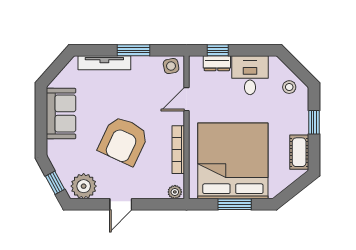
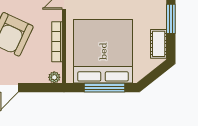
window: (314, 122) -> (171, 19), width x1.50
window: (235, 204) -> (104, 88), width x1.44

